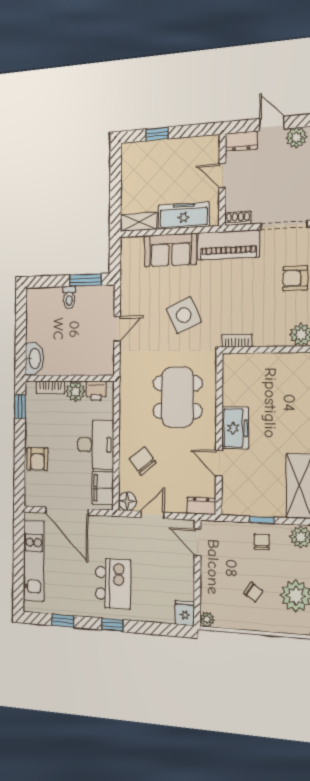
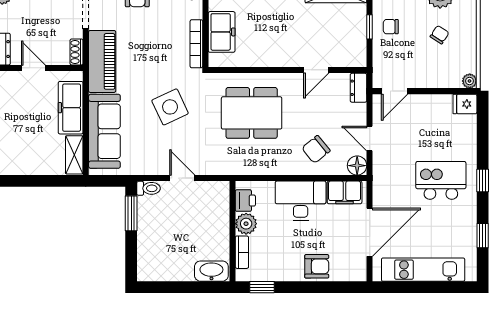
door: (222, 176) -> (33, 68), swing flipped
sofa: (170, 250) -> (104, 131), width x1.36
toilet: (69, 297) -> (149, 188), moved
bookcase: (237, 341) -> (196, 44), width x1.56
freezer: (235, 428) -> (222, 32), moved, turned 90

